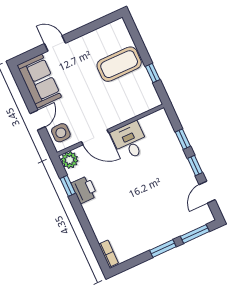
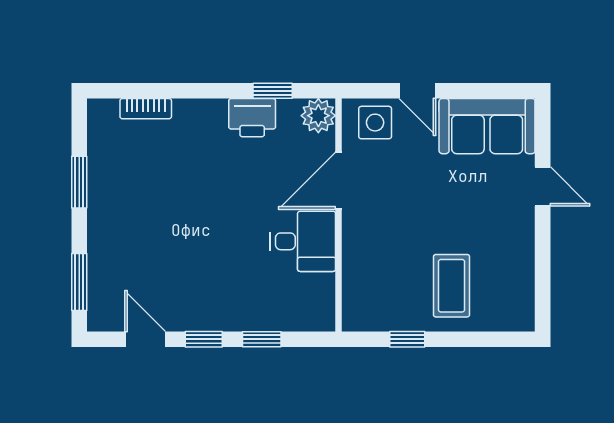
door: (55, 43) -> (543, 186), hinge flipped
coffee table: (119, 64) -> (451, 286), width x0.73, depth x0.76
window: (163, 249) -> (79, 182), moved
bookcase: (109, 254) -> (146, 109), moved

